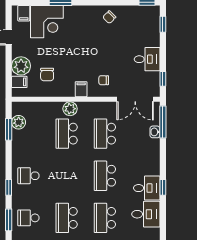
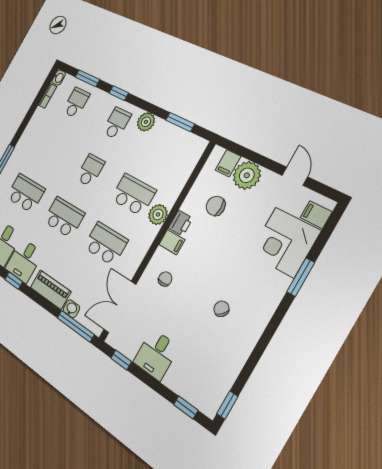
chair: (109, 17) -> (221, 309), moved
printer: (68, 91) -> (181, 223), added
plant: (19, 122) -> (146, 122), moved
piano: (153, 155) -> (50, 290), added
school desk: (67, 218) -> (90, 170), moved, width x0.54

